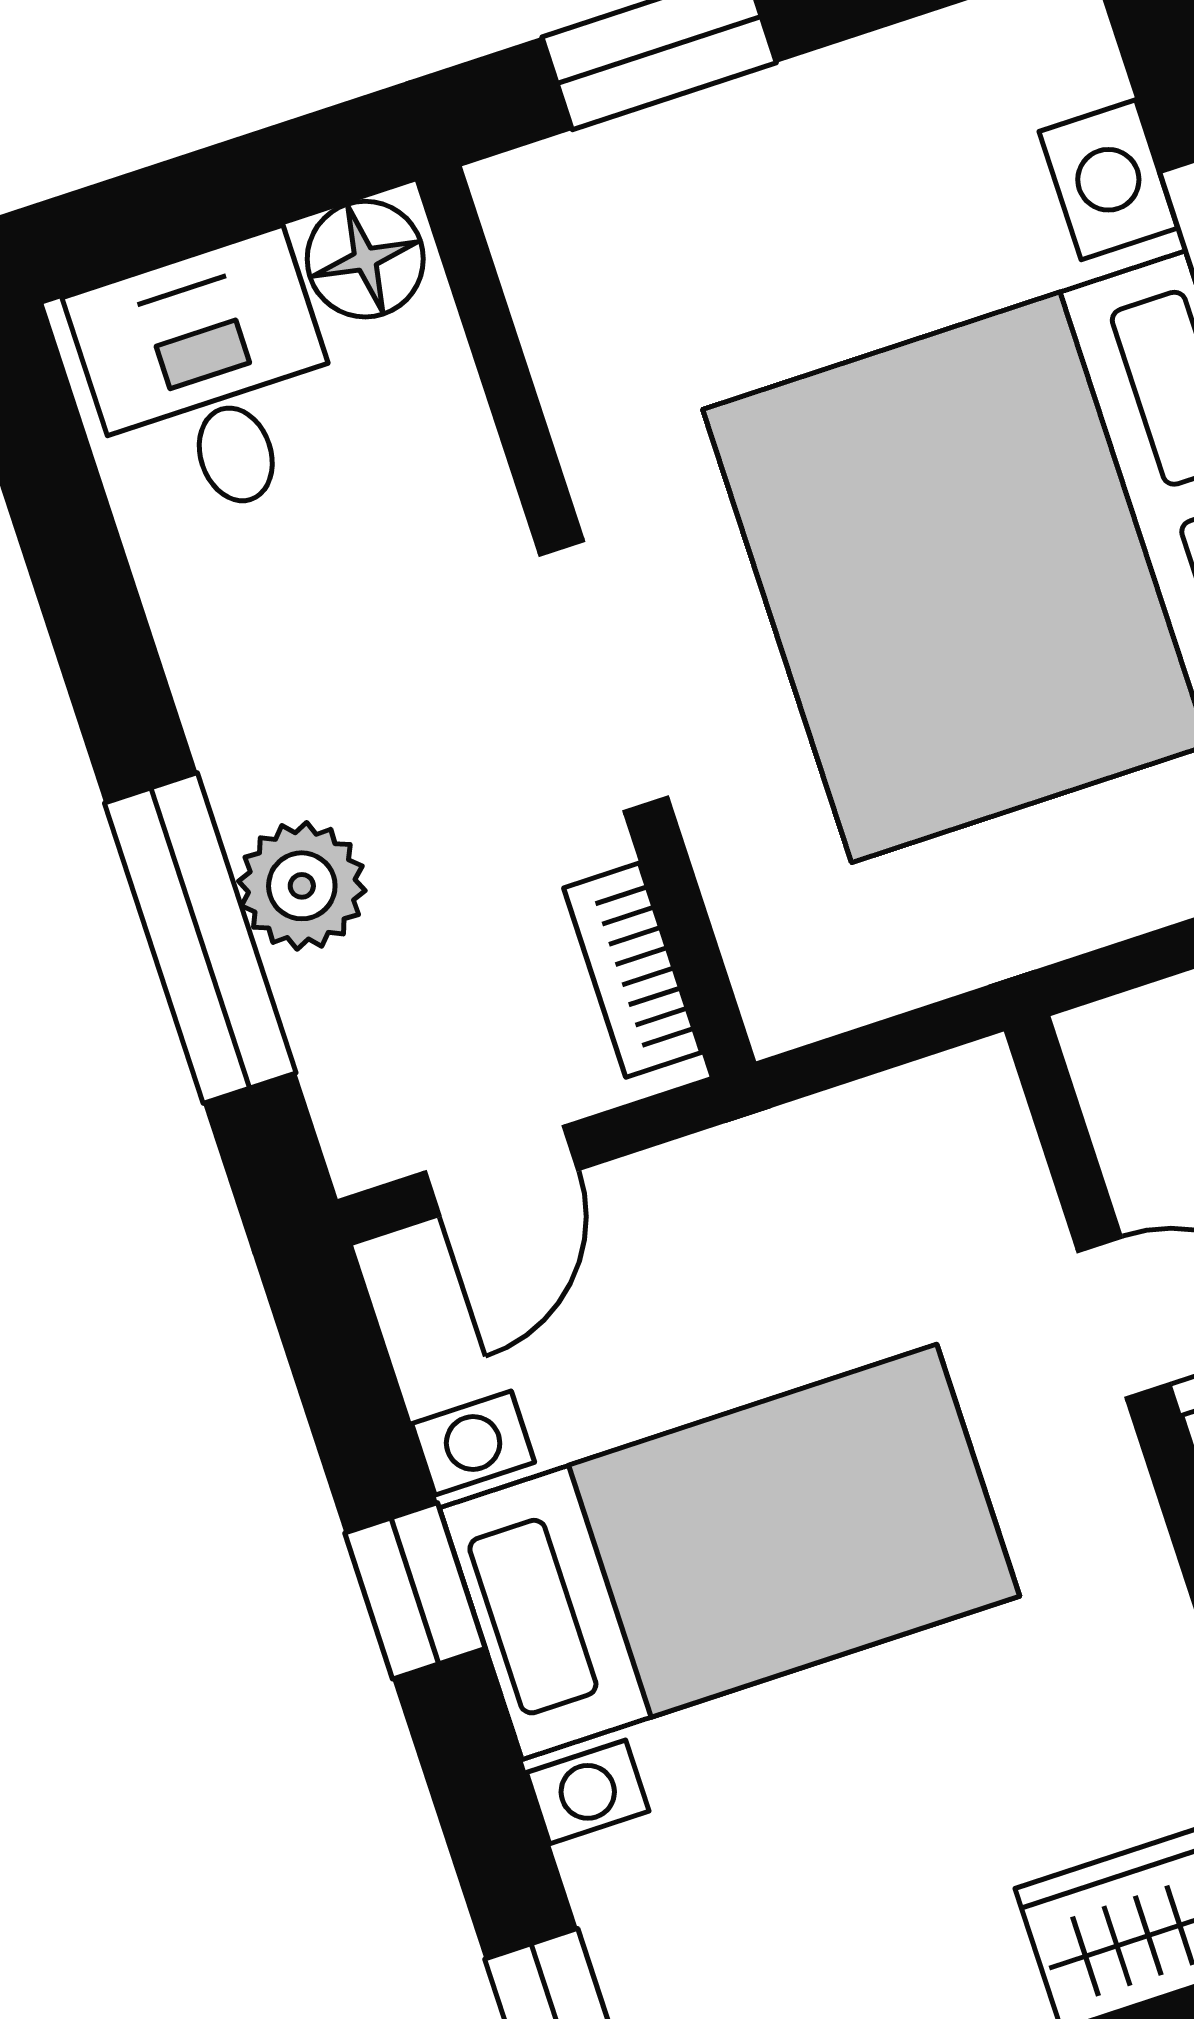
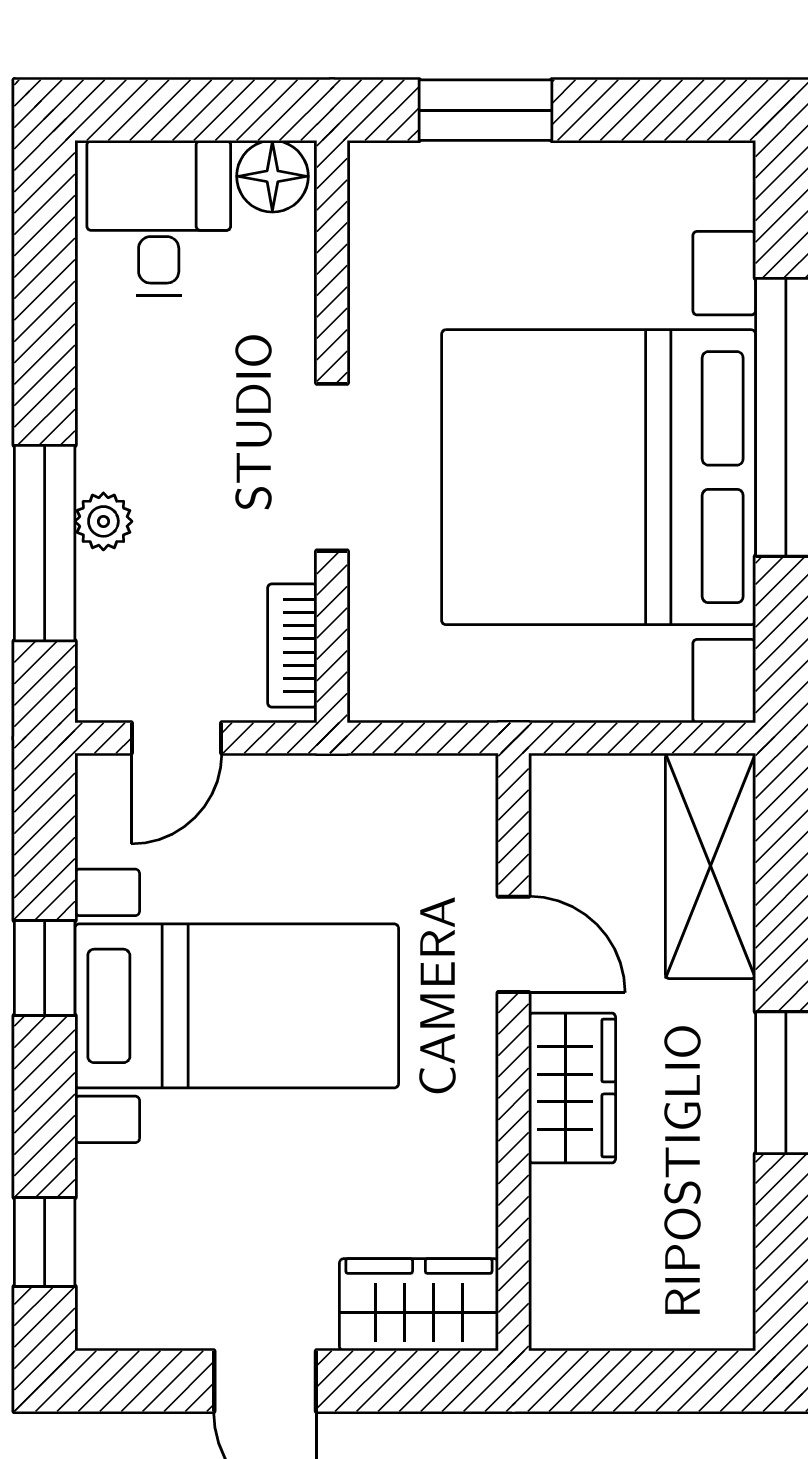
plant: (302, 886) -> (103, 521), width x0.73, depth x0.73

